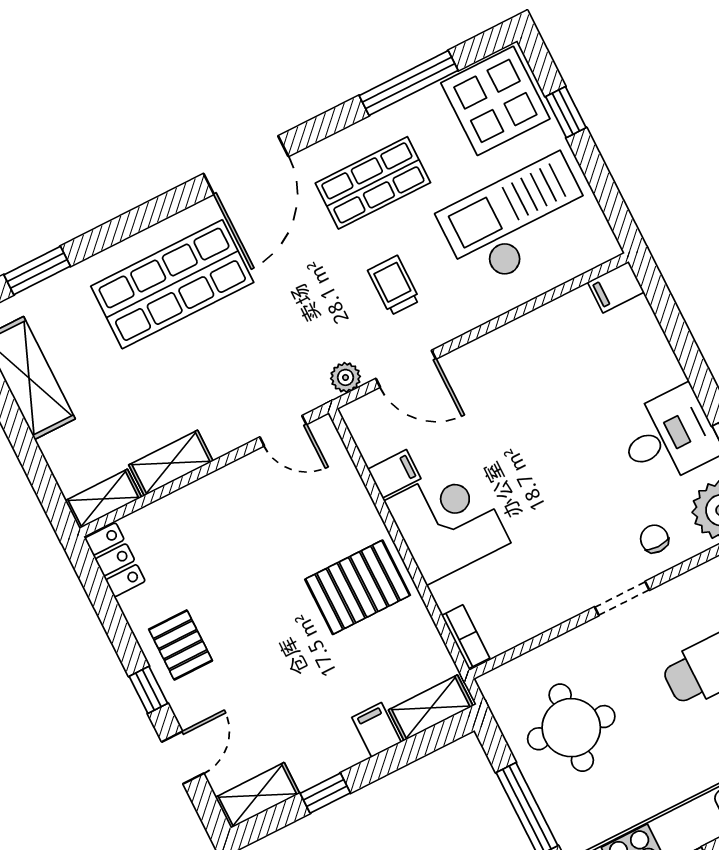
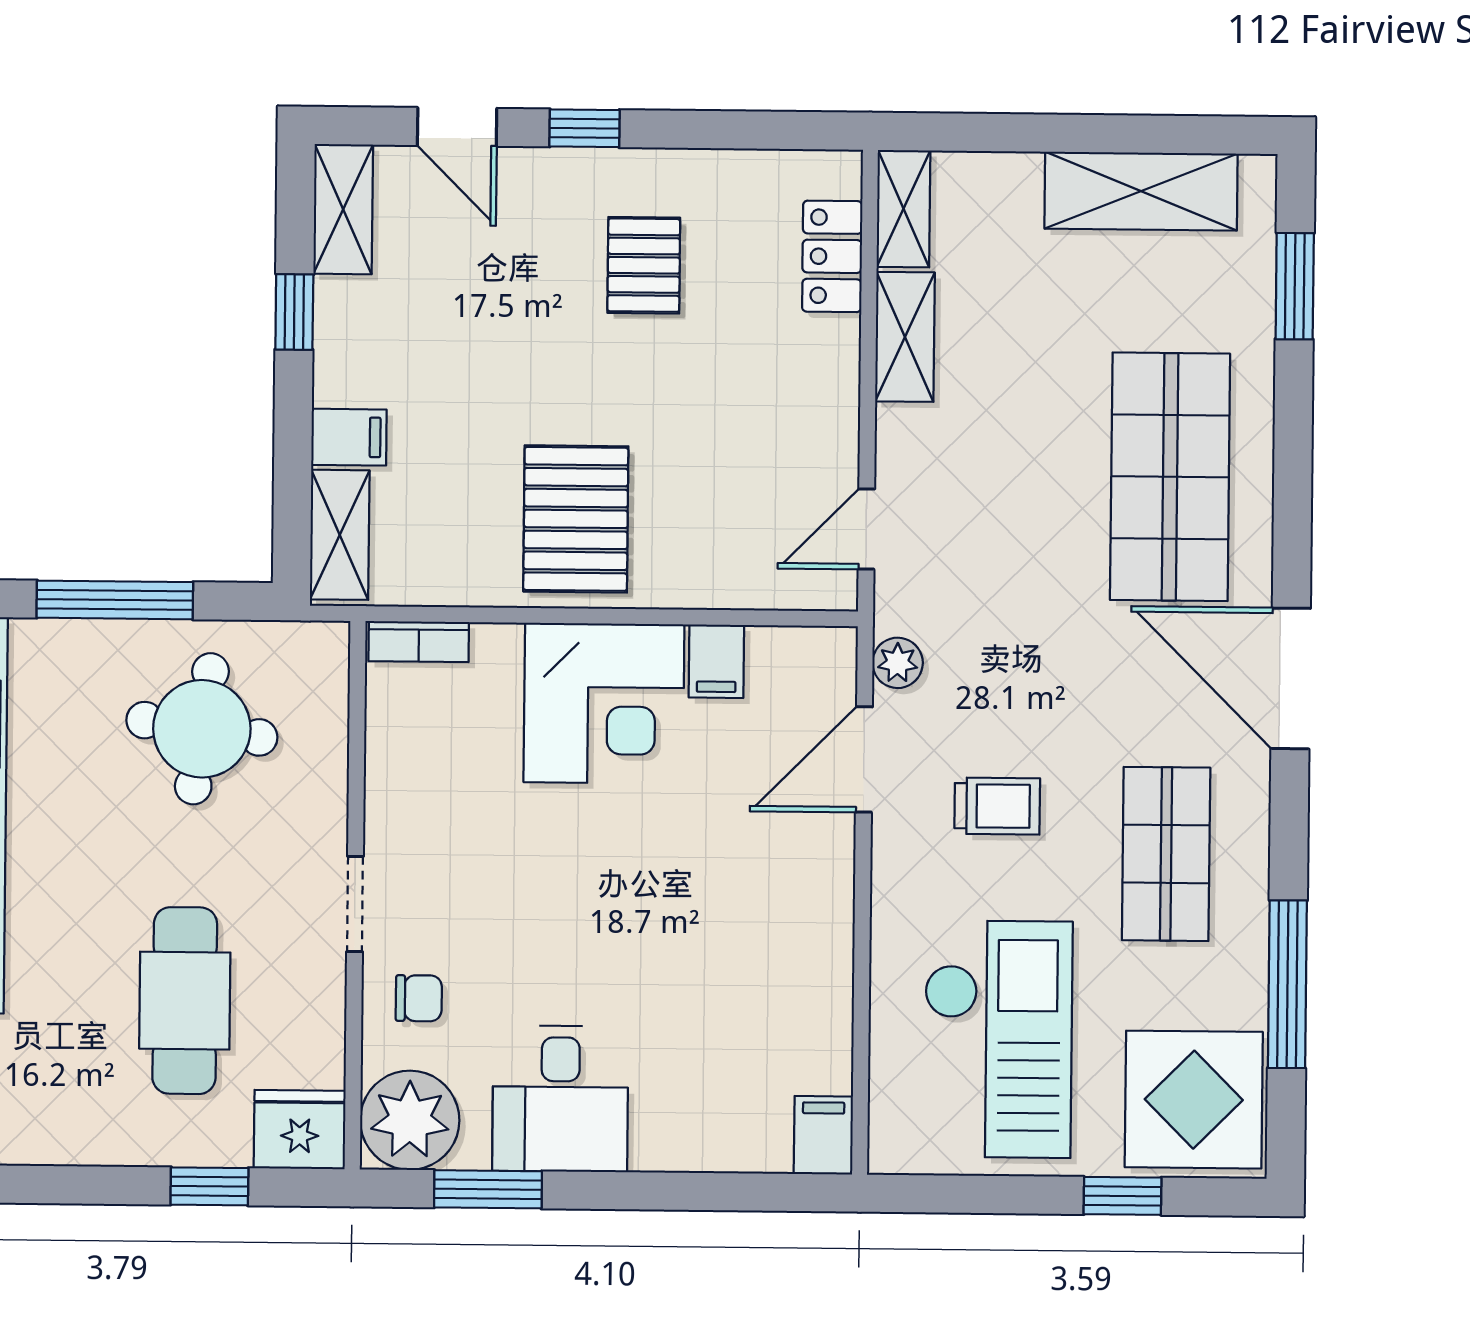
locker: (115, 560) -> (832, 256), moved, turned 90
pallet: (181, 645) -> (644, 265), moved, turned 90

